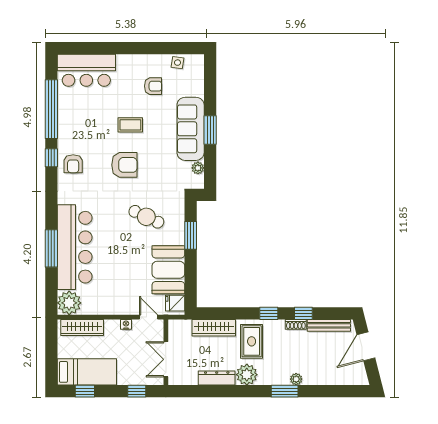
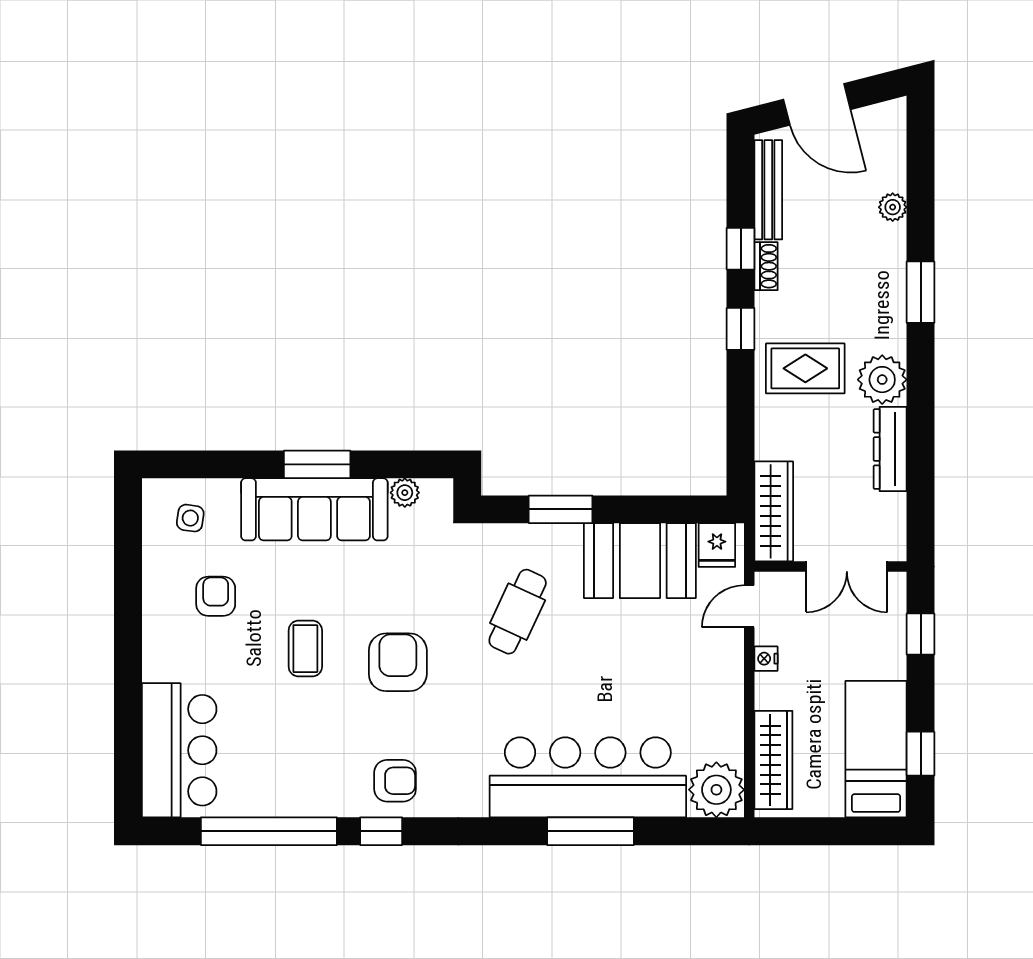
side table: (178, 63) -> (190, 518), moved
wardrobe: (214, 328) -> (774, 511), moved
plant: (296, 379) -> (893, 207), moved

